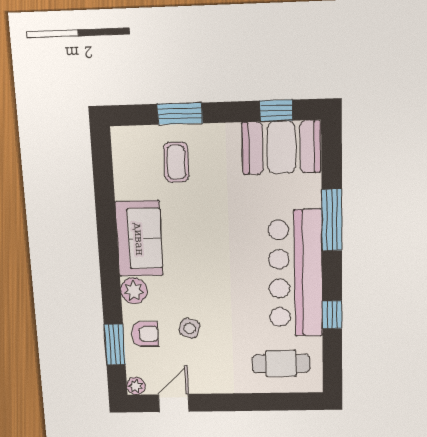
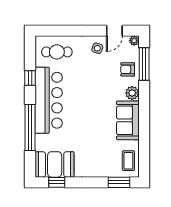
window: (180, 114) -> (119, 182), moved
coffee table: (176, 162) -> (128, 161), moved
window: (332, 220) -> (30, 128), width x1.46
side table: (190, 328) -> (97, 48), moved
window: (115, 344) -> (144, 64), width x1.44

